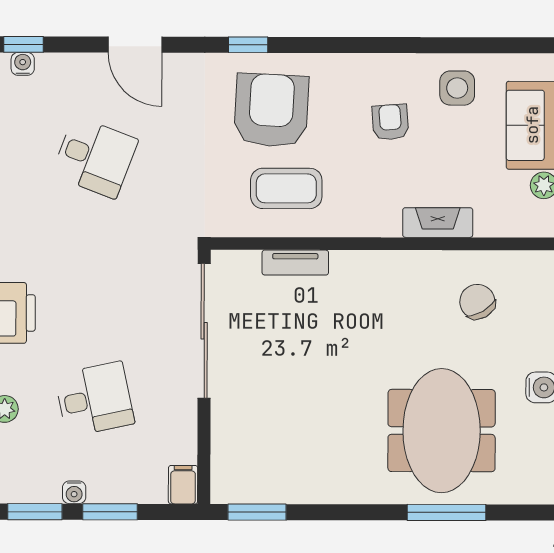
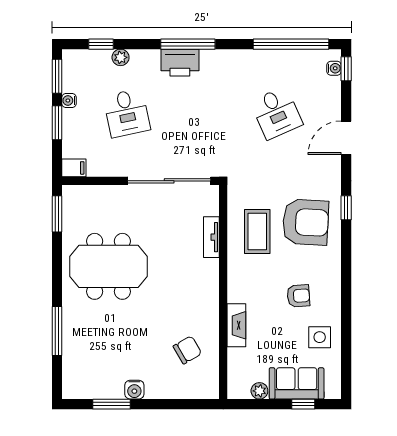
desk: (95, 157) -> (276, 113), turned -45
meeting table: (442, 431) -> (108, 266), moved

